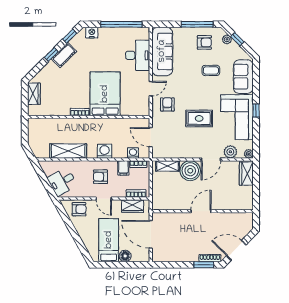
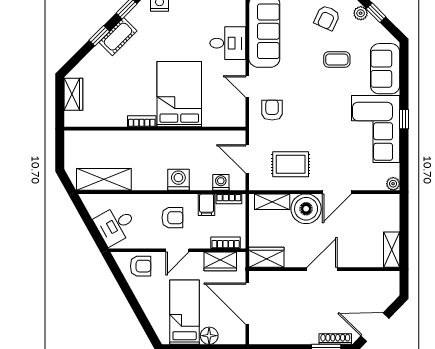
armchair: (204, 42) -> (327, 18), turned 115
desk: (138, 55) -> (228, 43), width x0.73
door: (151, 89) -> (247, 86), swing flipped
rug: (199, 118) -> (291, 164), moved
shelving: (68, 151) -> (104, 179), moved
plant: (230, 152) -> (366, 181), removed
wardrobe: (246, 174) -> (266, 257), moved, turned 90
armchair: (100, 177) -> (172, 218), turned 180
shelving: (248, 198) -> (392, 250), added
door: (104, 199) -> (177, 250), hinge flipped

